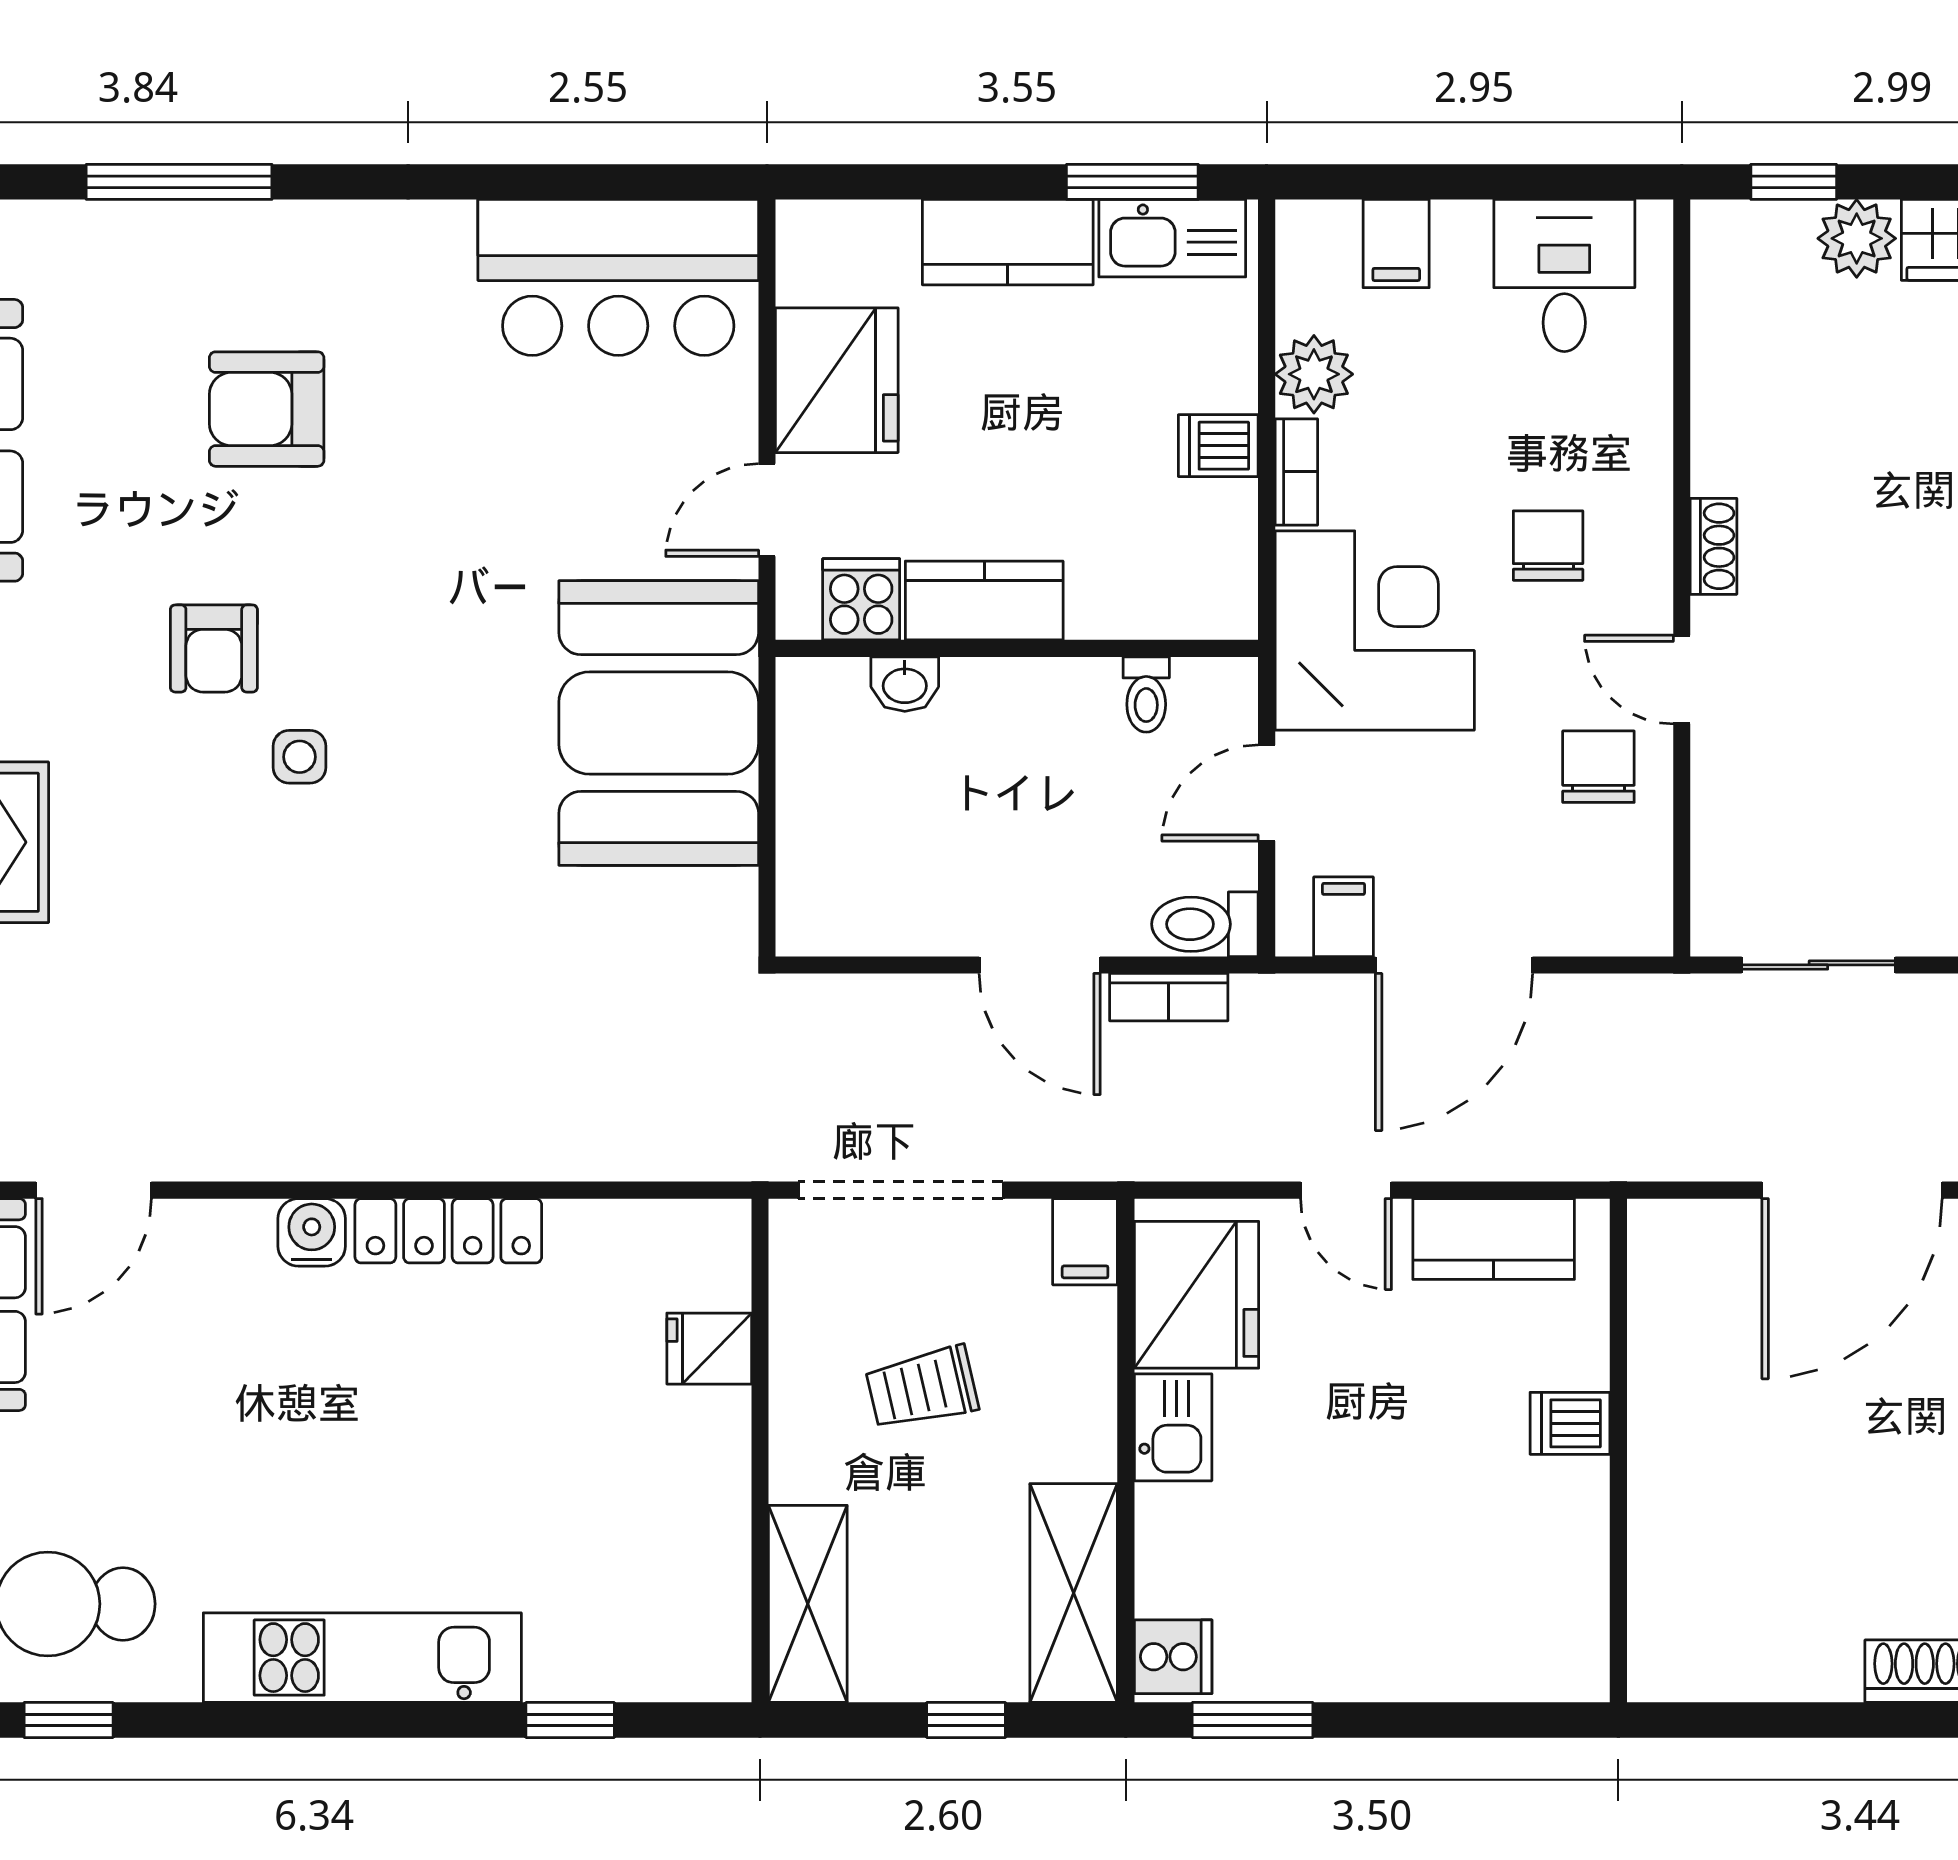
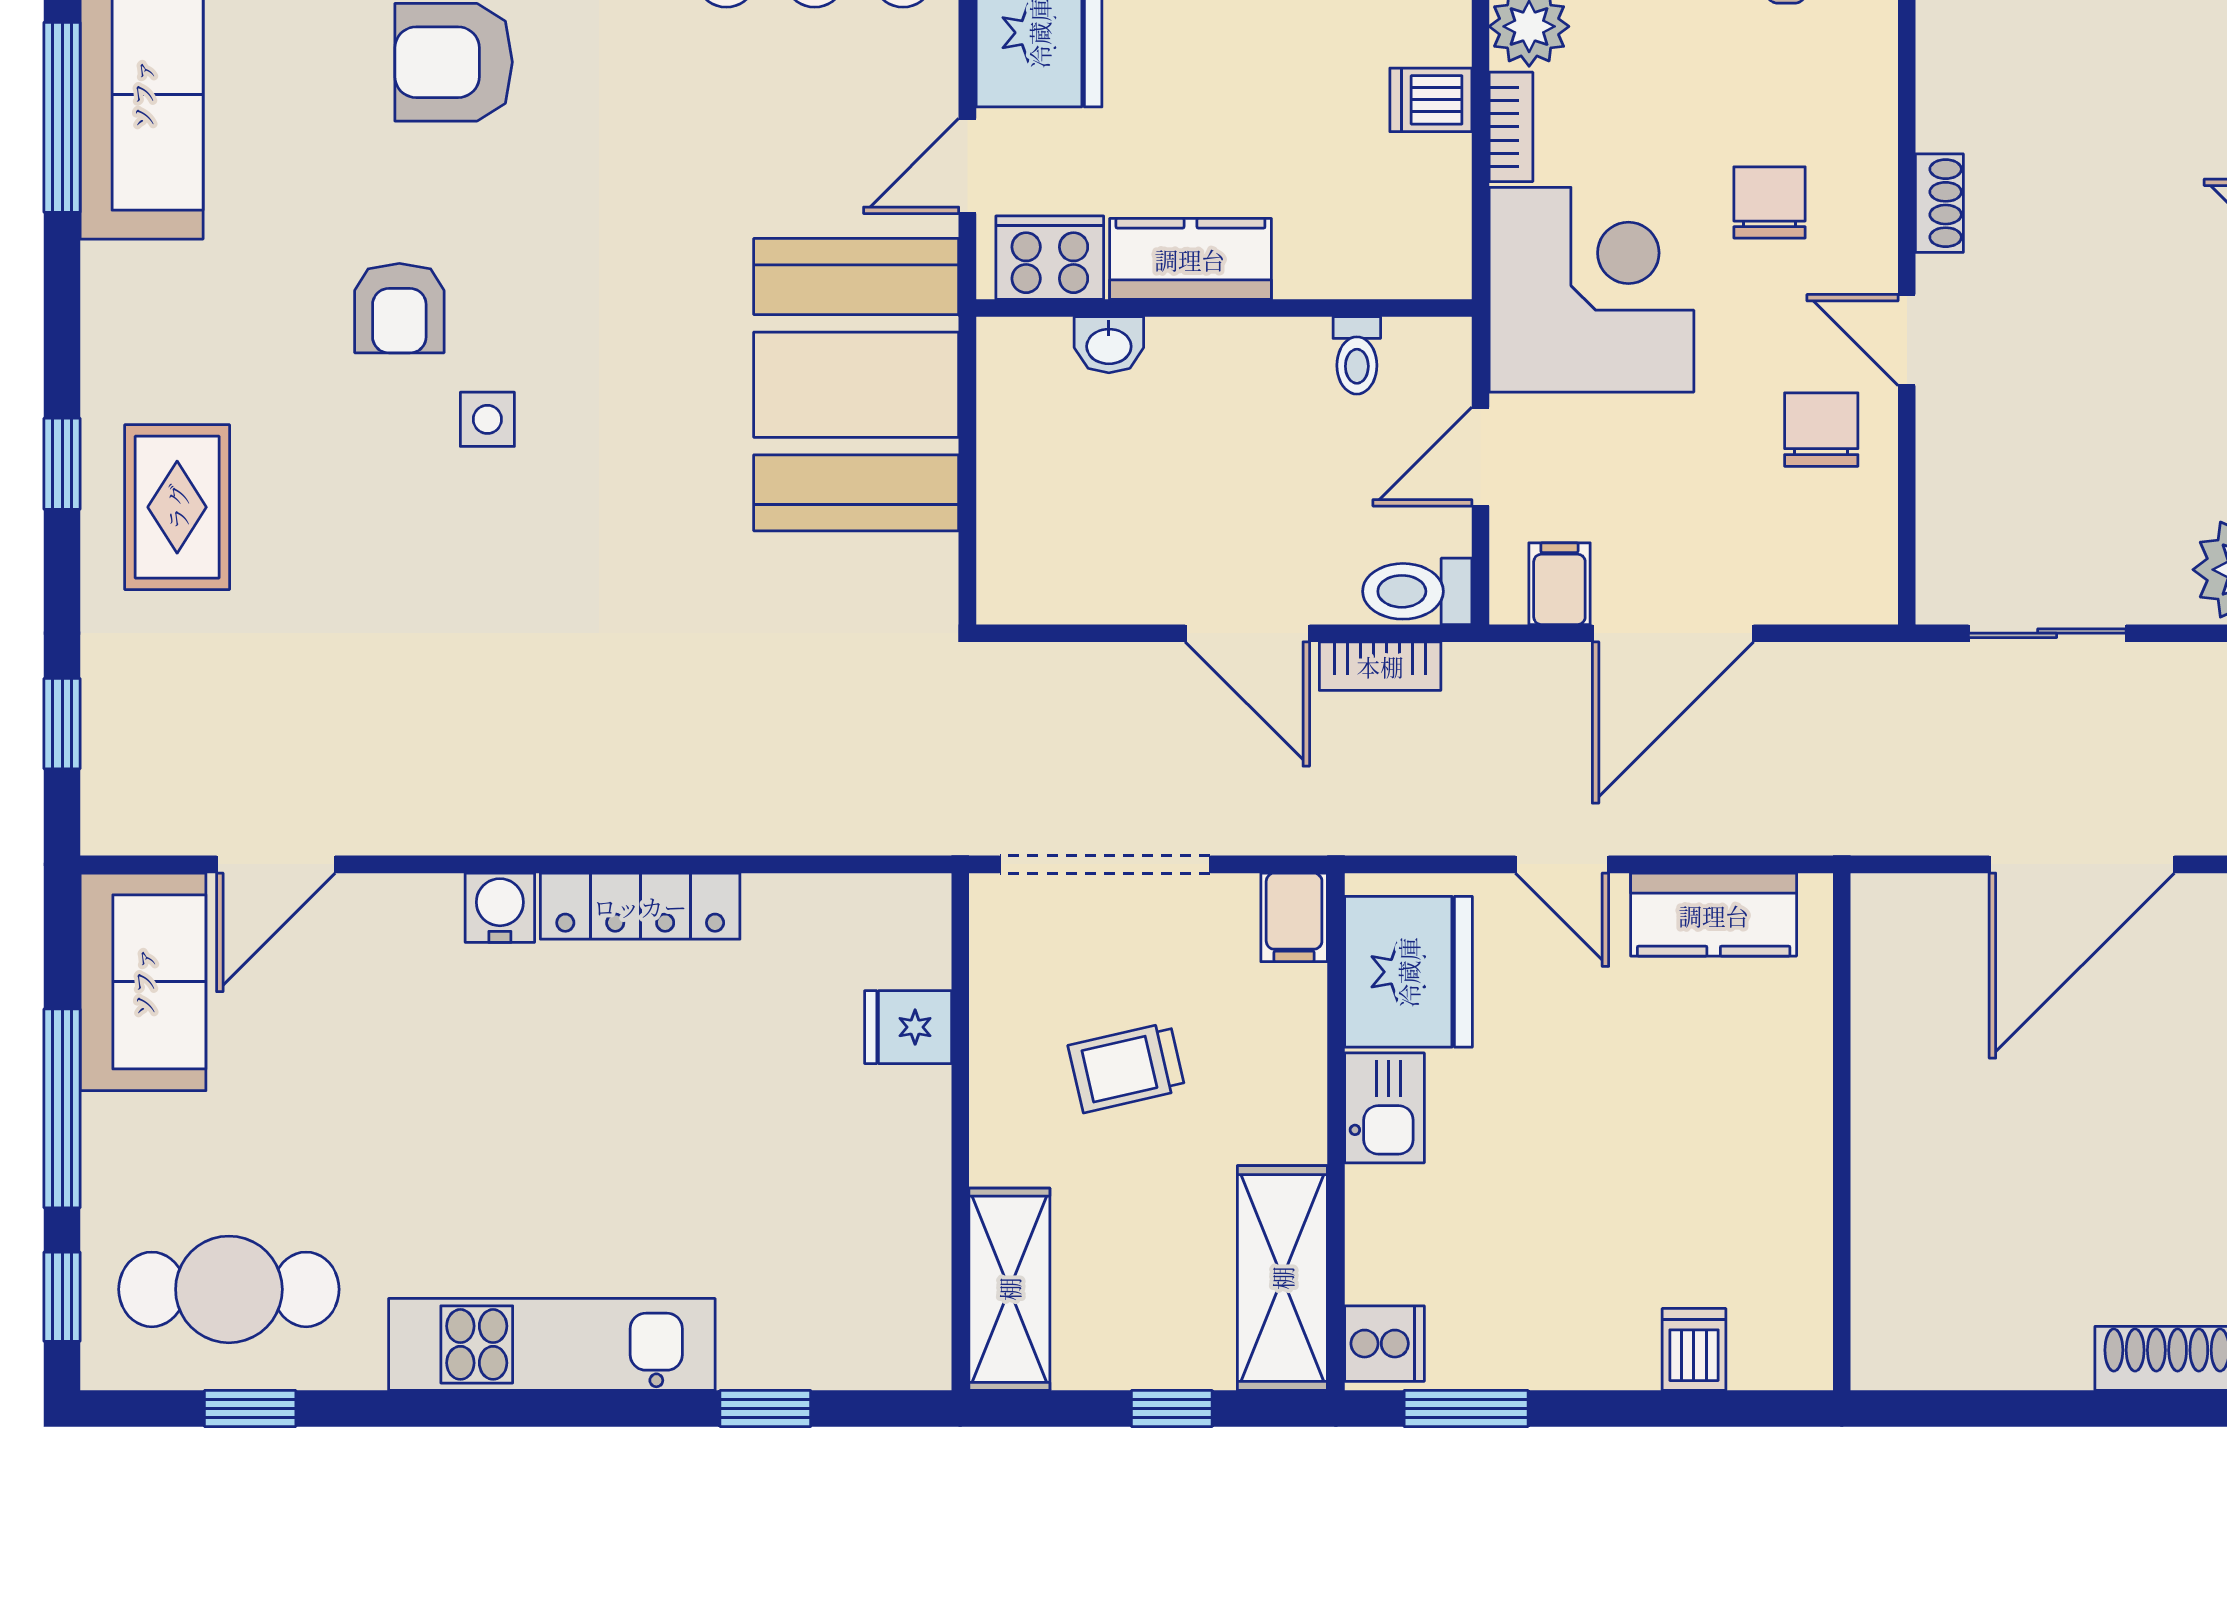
cooker: (861, 599) -> (1050, 258), width x1.36
dishwasher: (1570, 1423) -> (1694, 1349), moved, turned 90

